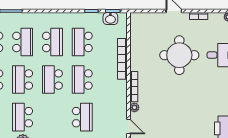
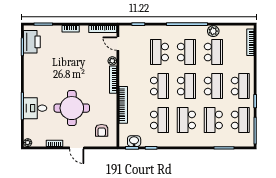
armchair: (146, 30) -> (102, 130), added
school desk: (52, 117) -> (186, 52), added

